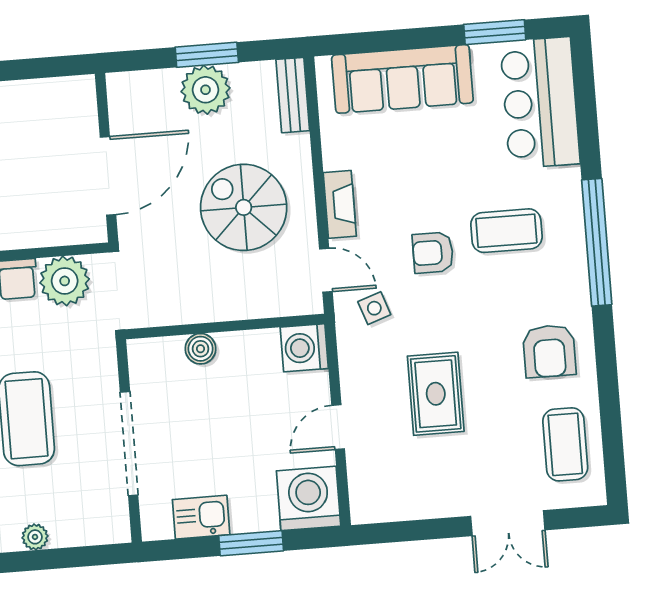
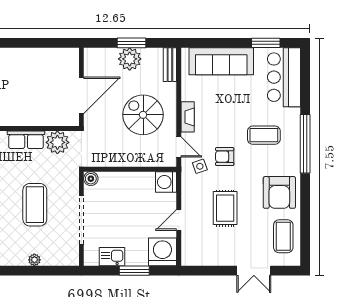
armchair: (433, 253) -> (225, 157), moved
boiler: (201, 349) -> (91, 179), moved
armchair: (549, 351) -> (279, 192), width x1.36, depth x1.36

